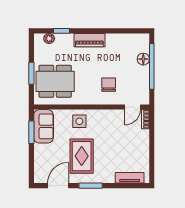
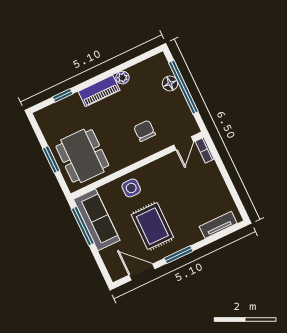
plant: (49, 38) -> (122, 78), moved
dining table: (55, 81) -> (82, 156), turned 90
sofa: (44, 126) -> (97, 220), width x1.36
window: (31, 132) -> (83, 226), width x1.44
door: (58, 186) -> (142, 272), hinge flipped

